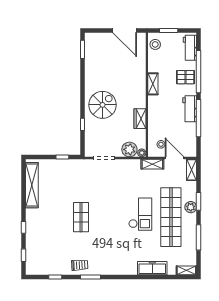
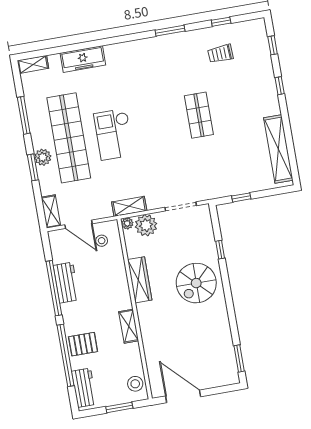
workbench: (190, 109) -> (66, 283), moved
wardrobe: (140, 119) -> (140, 280), width x1.50
shelving: (152, 164) -> (129, 206), moved
trolley: (80, 265) -> (221, 54), moved

